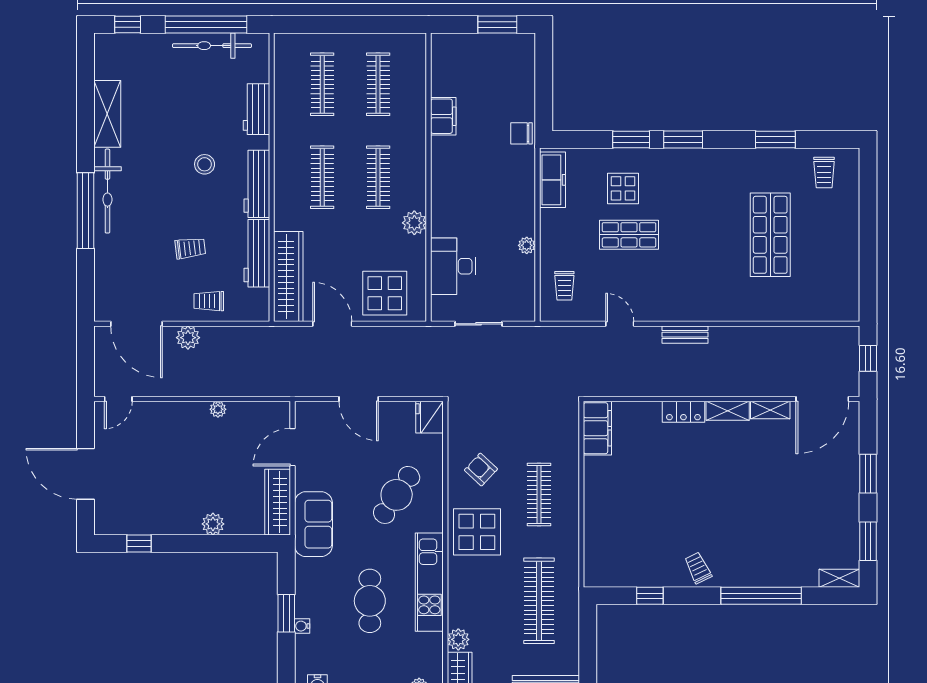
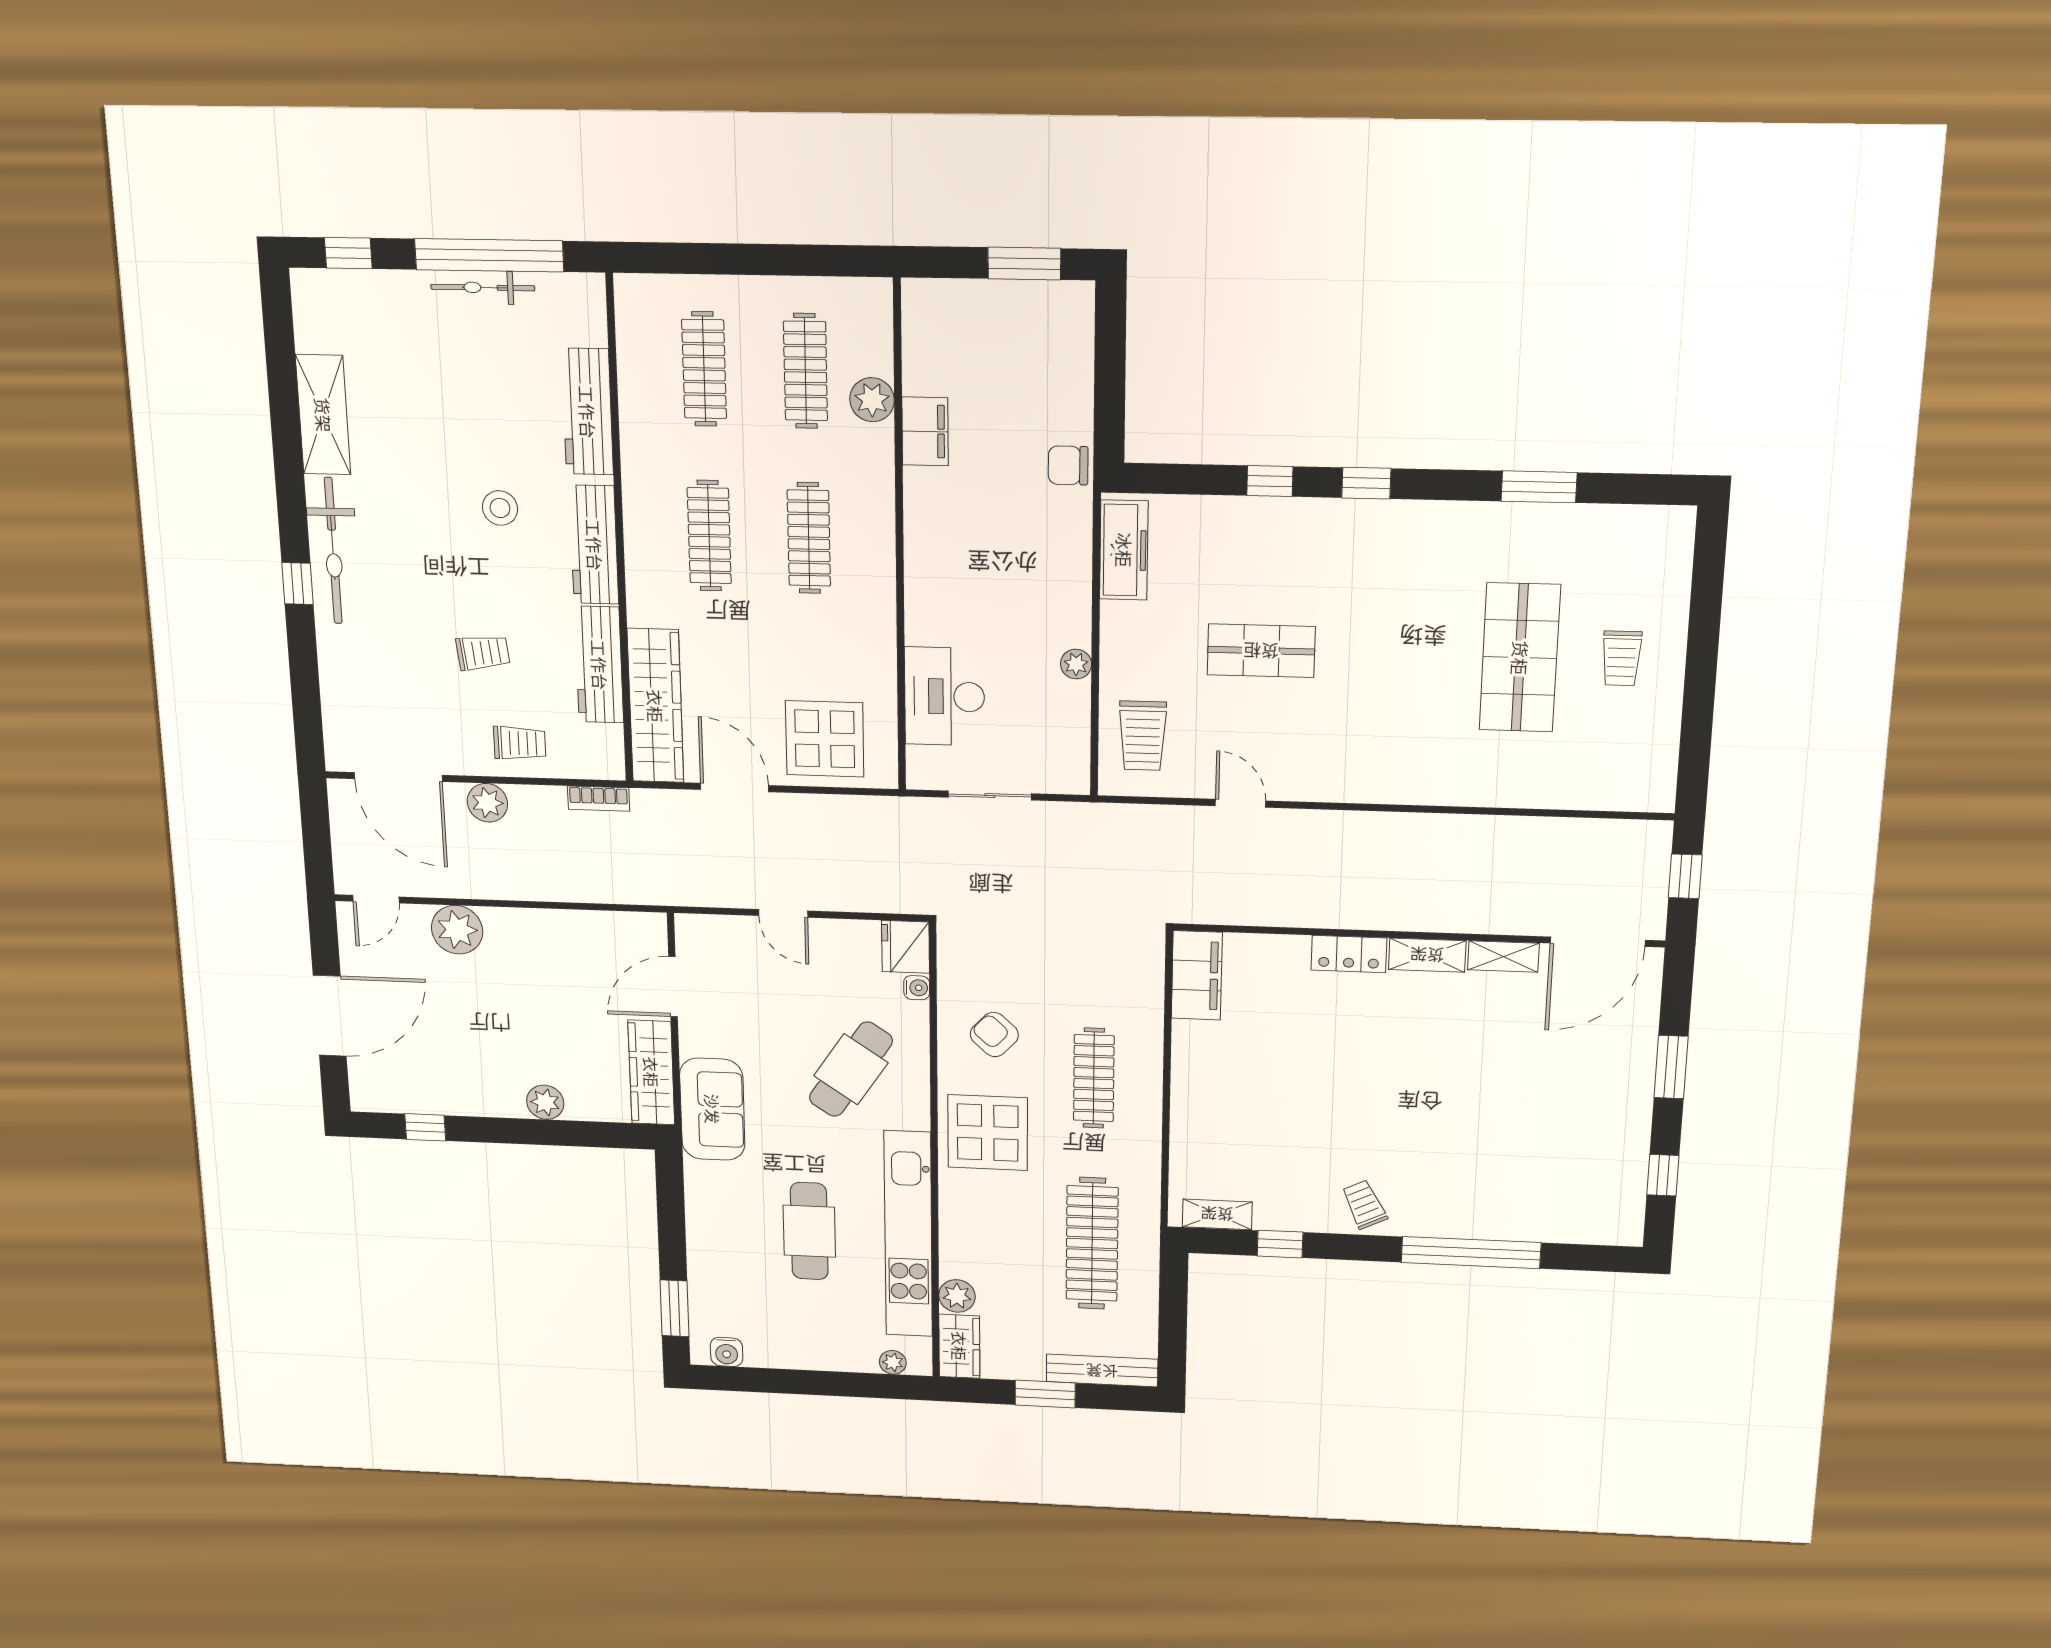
bicycle: (212, 46) -> (483, 288), width x0.73, depth x0.71
workbench: (256, 109) -> (587, 412), width x1.38
window: (631, 140) -> (1270, 481), width x0.67
window: (683, 140) -> (1366, 483), width x0.67
trolley: (824, 173) -> (1621, 658), moved
display table: (623, 188) -> (1252, 568), removed
window: (85, 211) -> (297, 584), width x0.32
plant: (414, 223) -> (872, 400), moved
trolley: (564, 286) -> (1143, 736), width x1.36, depth x1.39
trolley: (209, 301) -> (520, 743), turned 180
bookcase: (253, 333) -> (598, 799), added
bench: (685, 335) -> (1356, 825), removed
door: (359, 399) -> (783, 913), width x0.73
plant: (218, 409) -> (457, 930), moved, width x1.87, depth x1.87
door: (85, 474) -> (330, 1016), swing flipped
window: (868, 541) -> (1663, 1175), width x0.67
shelving: (839, 578) -> (1217, 1214), moved
kitchen unit: (429, 582) -> (908, 1234), width x1.36
window: (286, 613) -> (675, 1308), moved
water cooler: (302, 626) -> (917, 988), moved, turned 180

